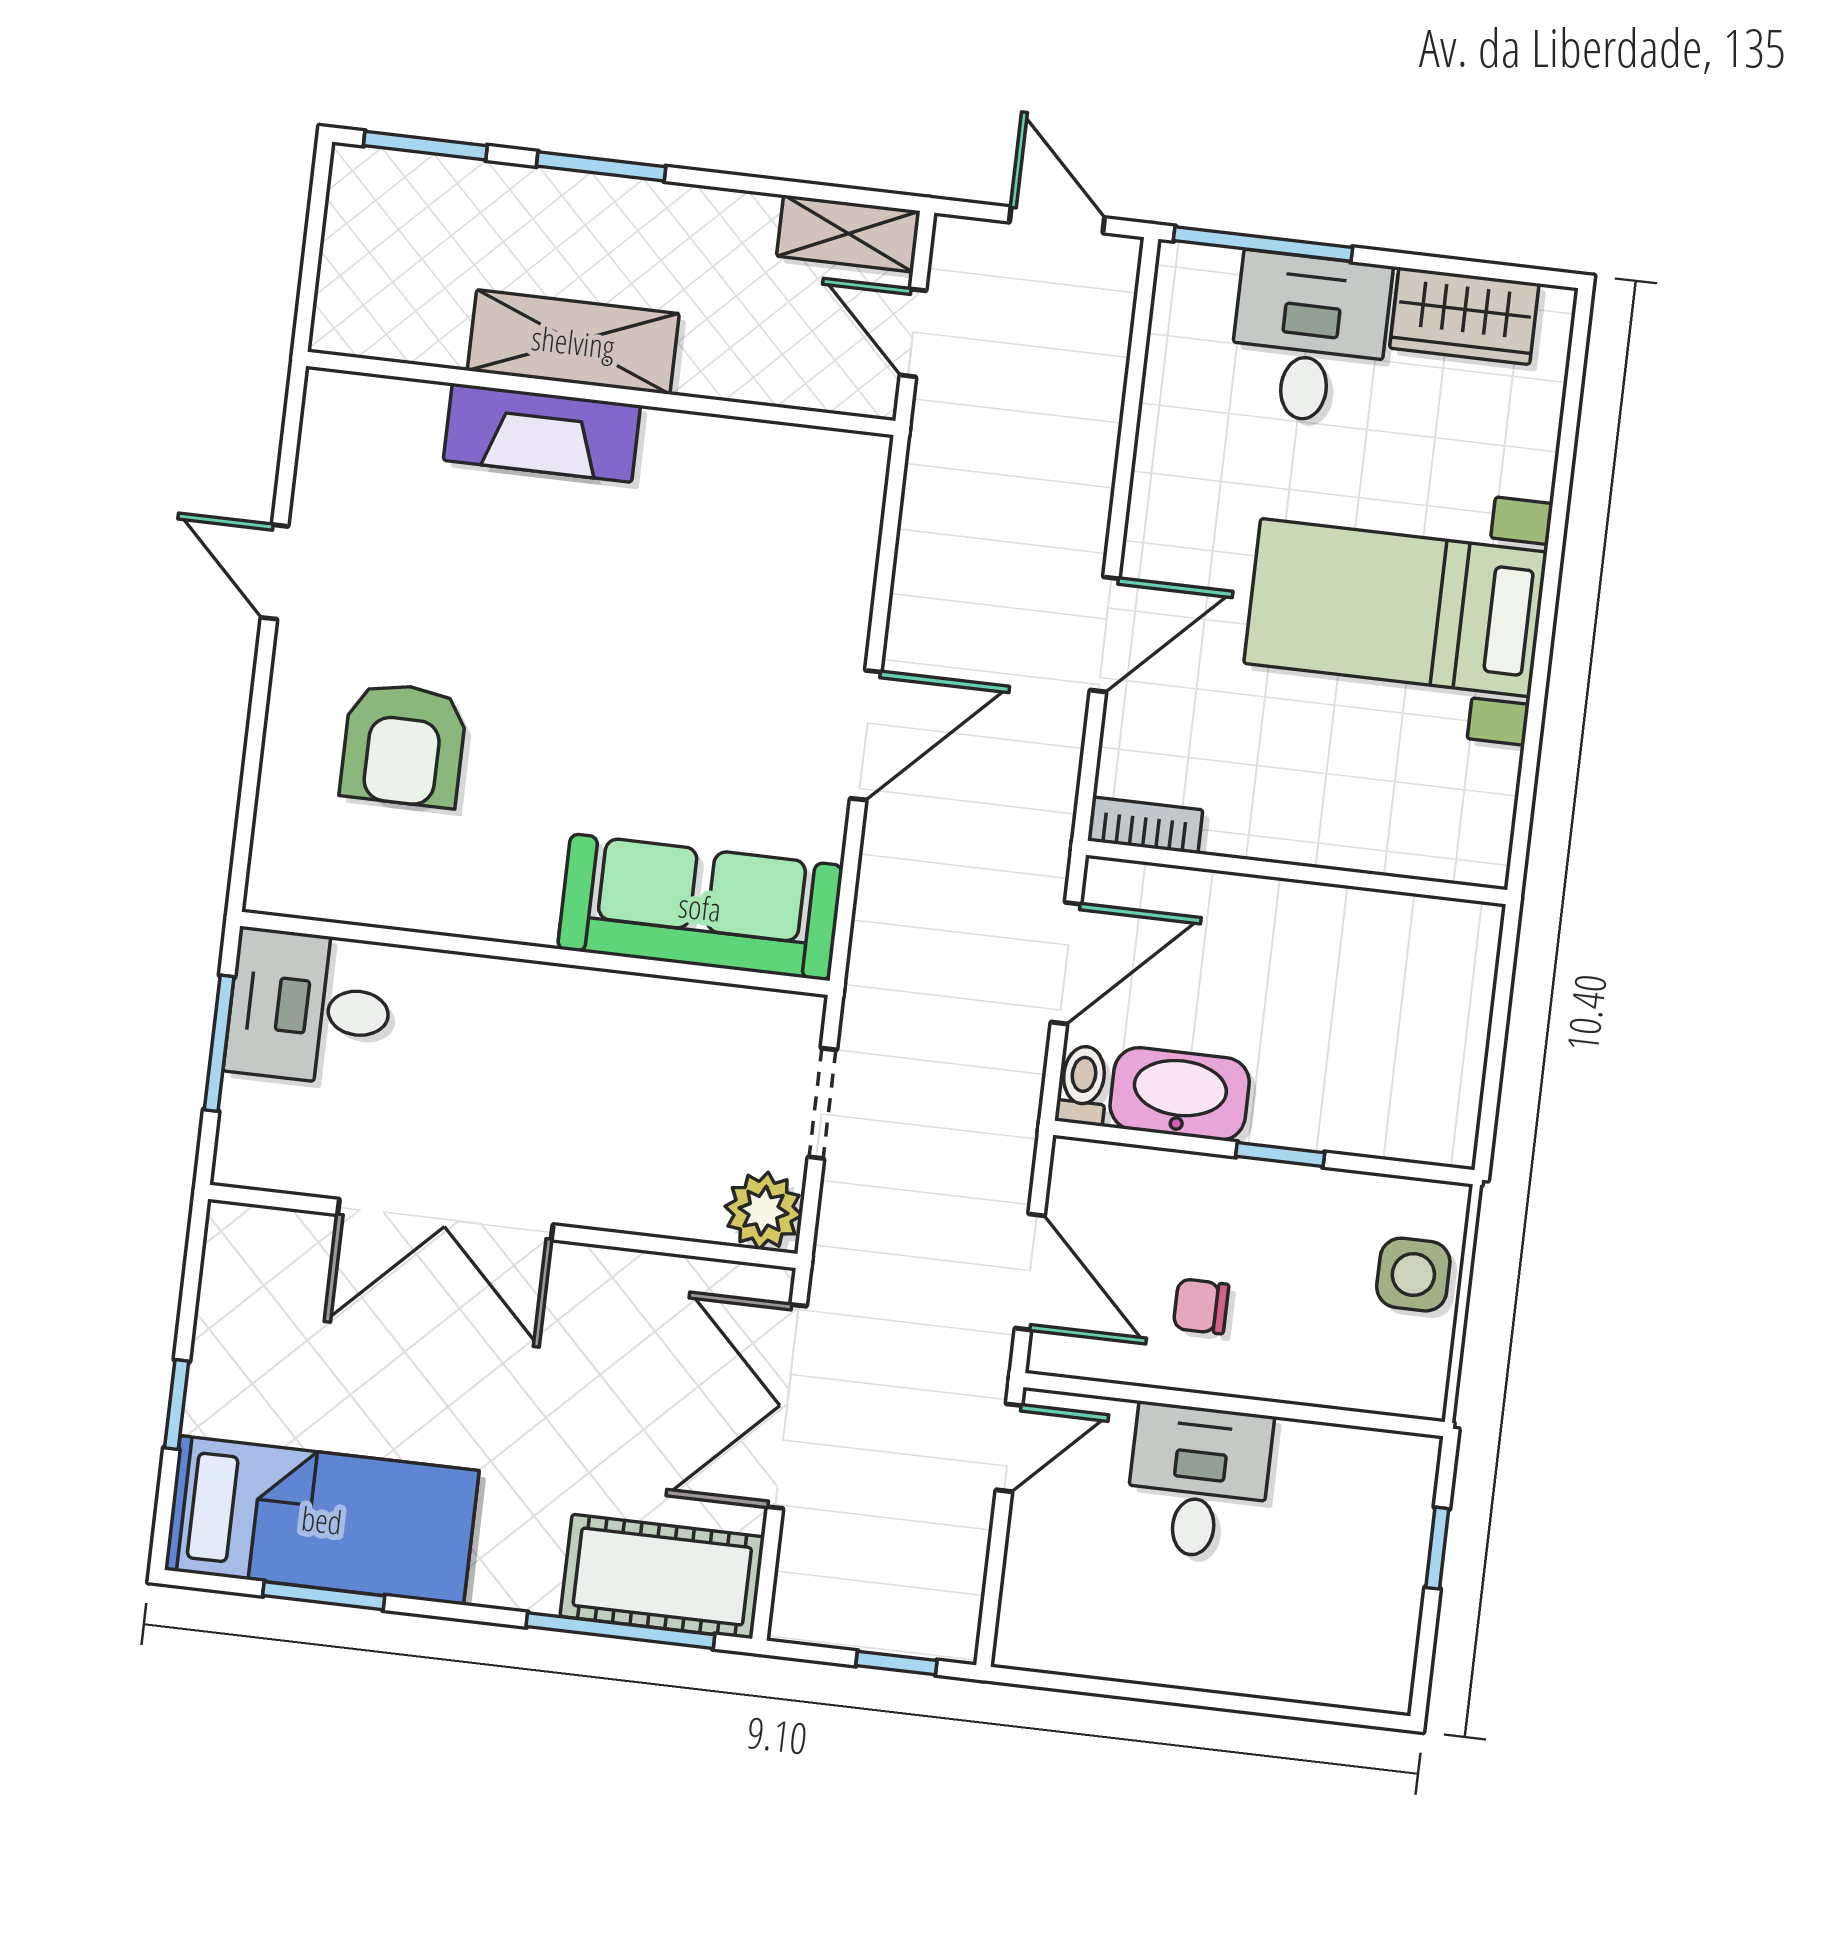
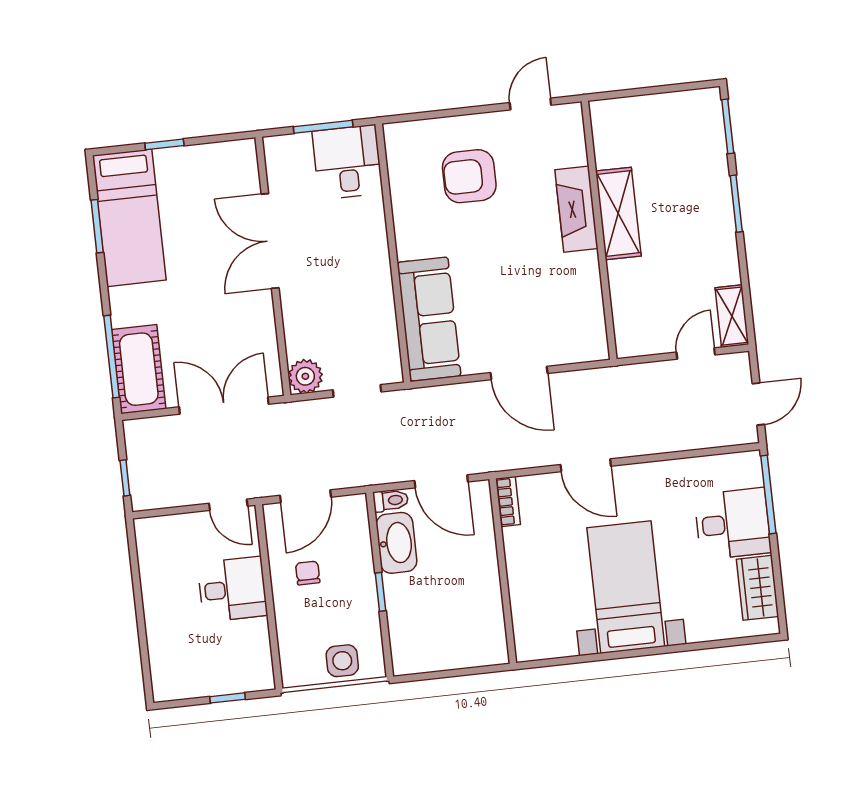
shelving: (573, 342) -> (618, 213), moved
wall: (601, 393) -> (599, 230), moved
fireplace: (542, 433) -> (576, 209), moved

